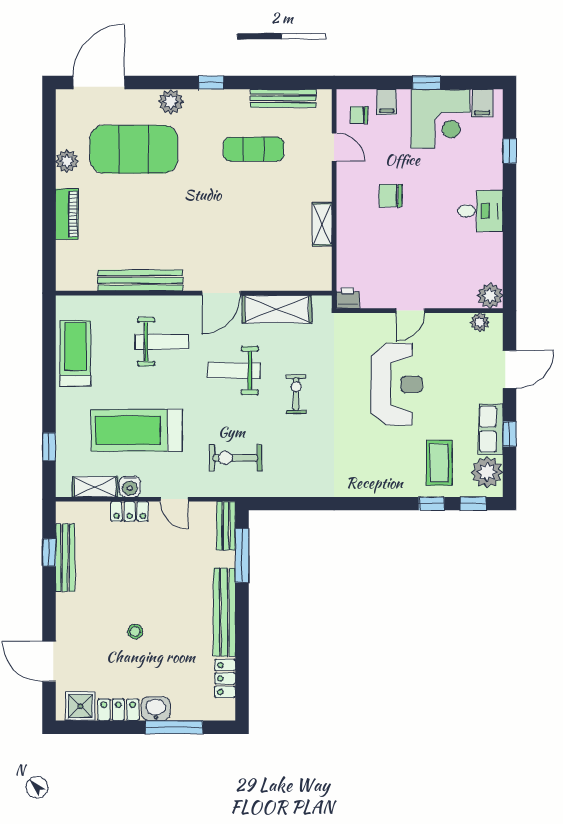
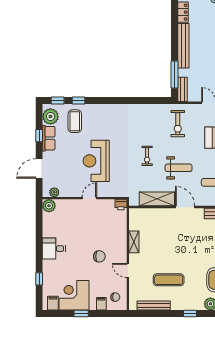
door: (334, 147) -> (128, 271), moved
door: (221, 293) -> (185, 207), hinge flipped
exercise bike: (235, 458) -> (178, 124), turned 90

